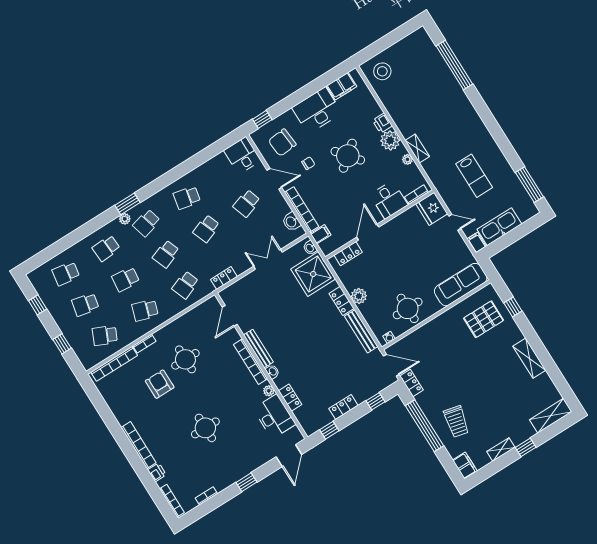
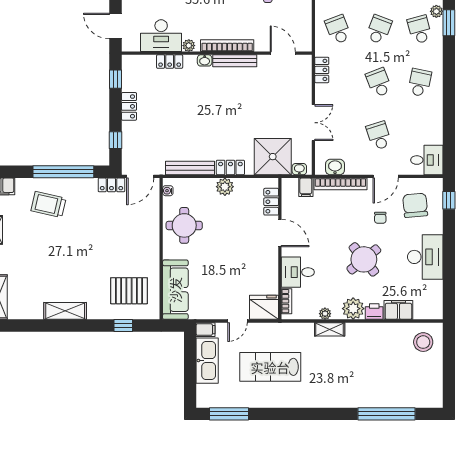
filing cabinet: (342, 86) -> (398, 310), moved, turned 90
lab bench: (474, 176) -> (270, 367), width x1.36, depth x1.39
school desk: (166, 254) -> (379, 30), turned 42
pallet: (484, 319) -> (129, 291), turned 90

